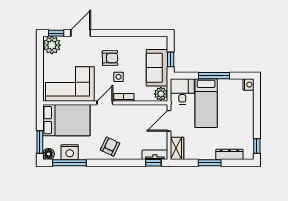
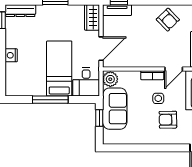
nightstand: (249, 85) -> (11, 55), moved
armchair: (110, 146) -> (168, 20), turned -69
dresser: (229, 154) -> (20, 11), moved

